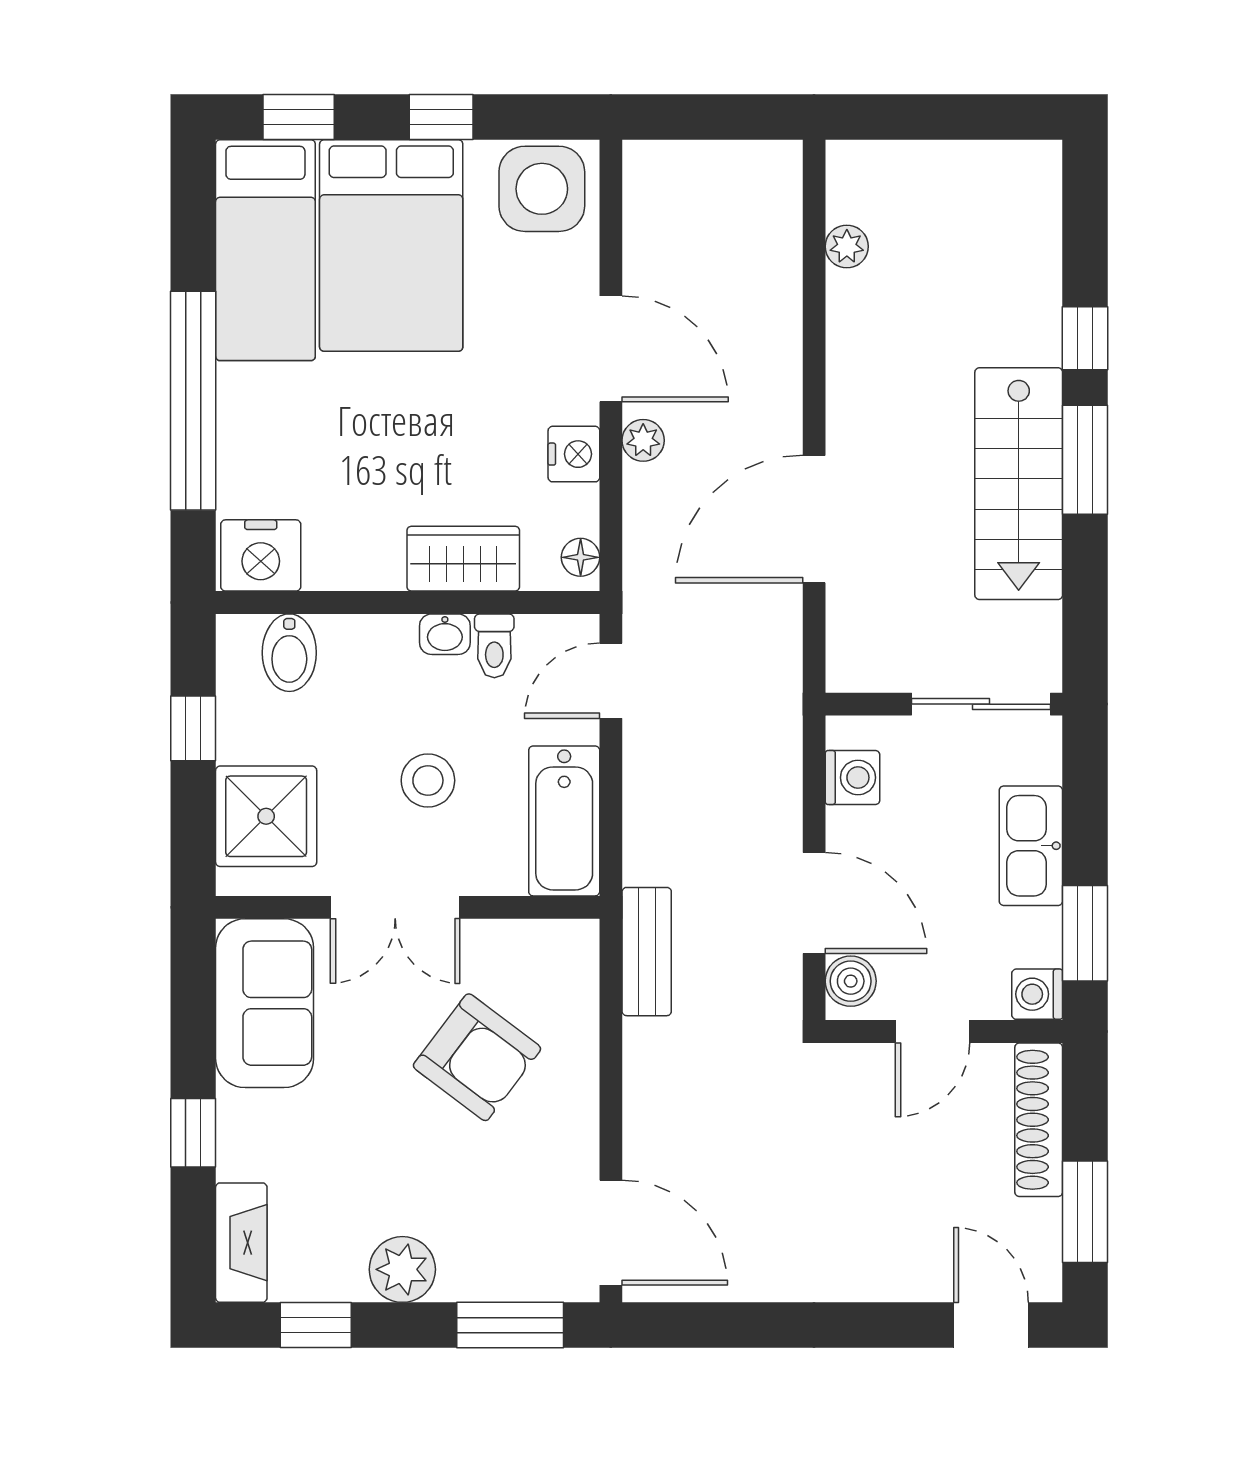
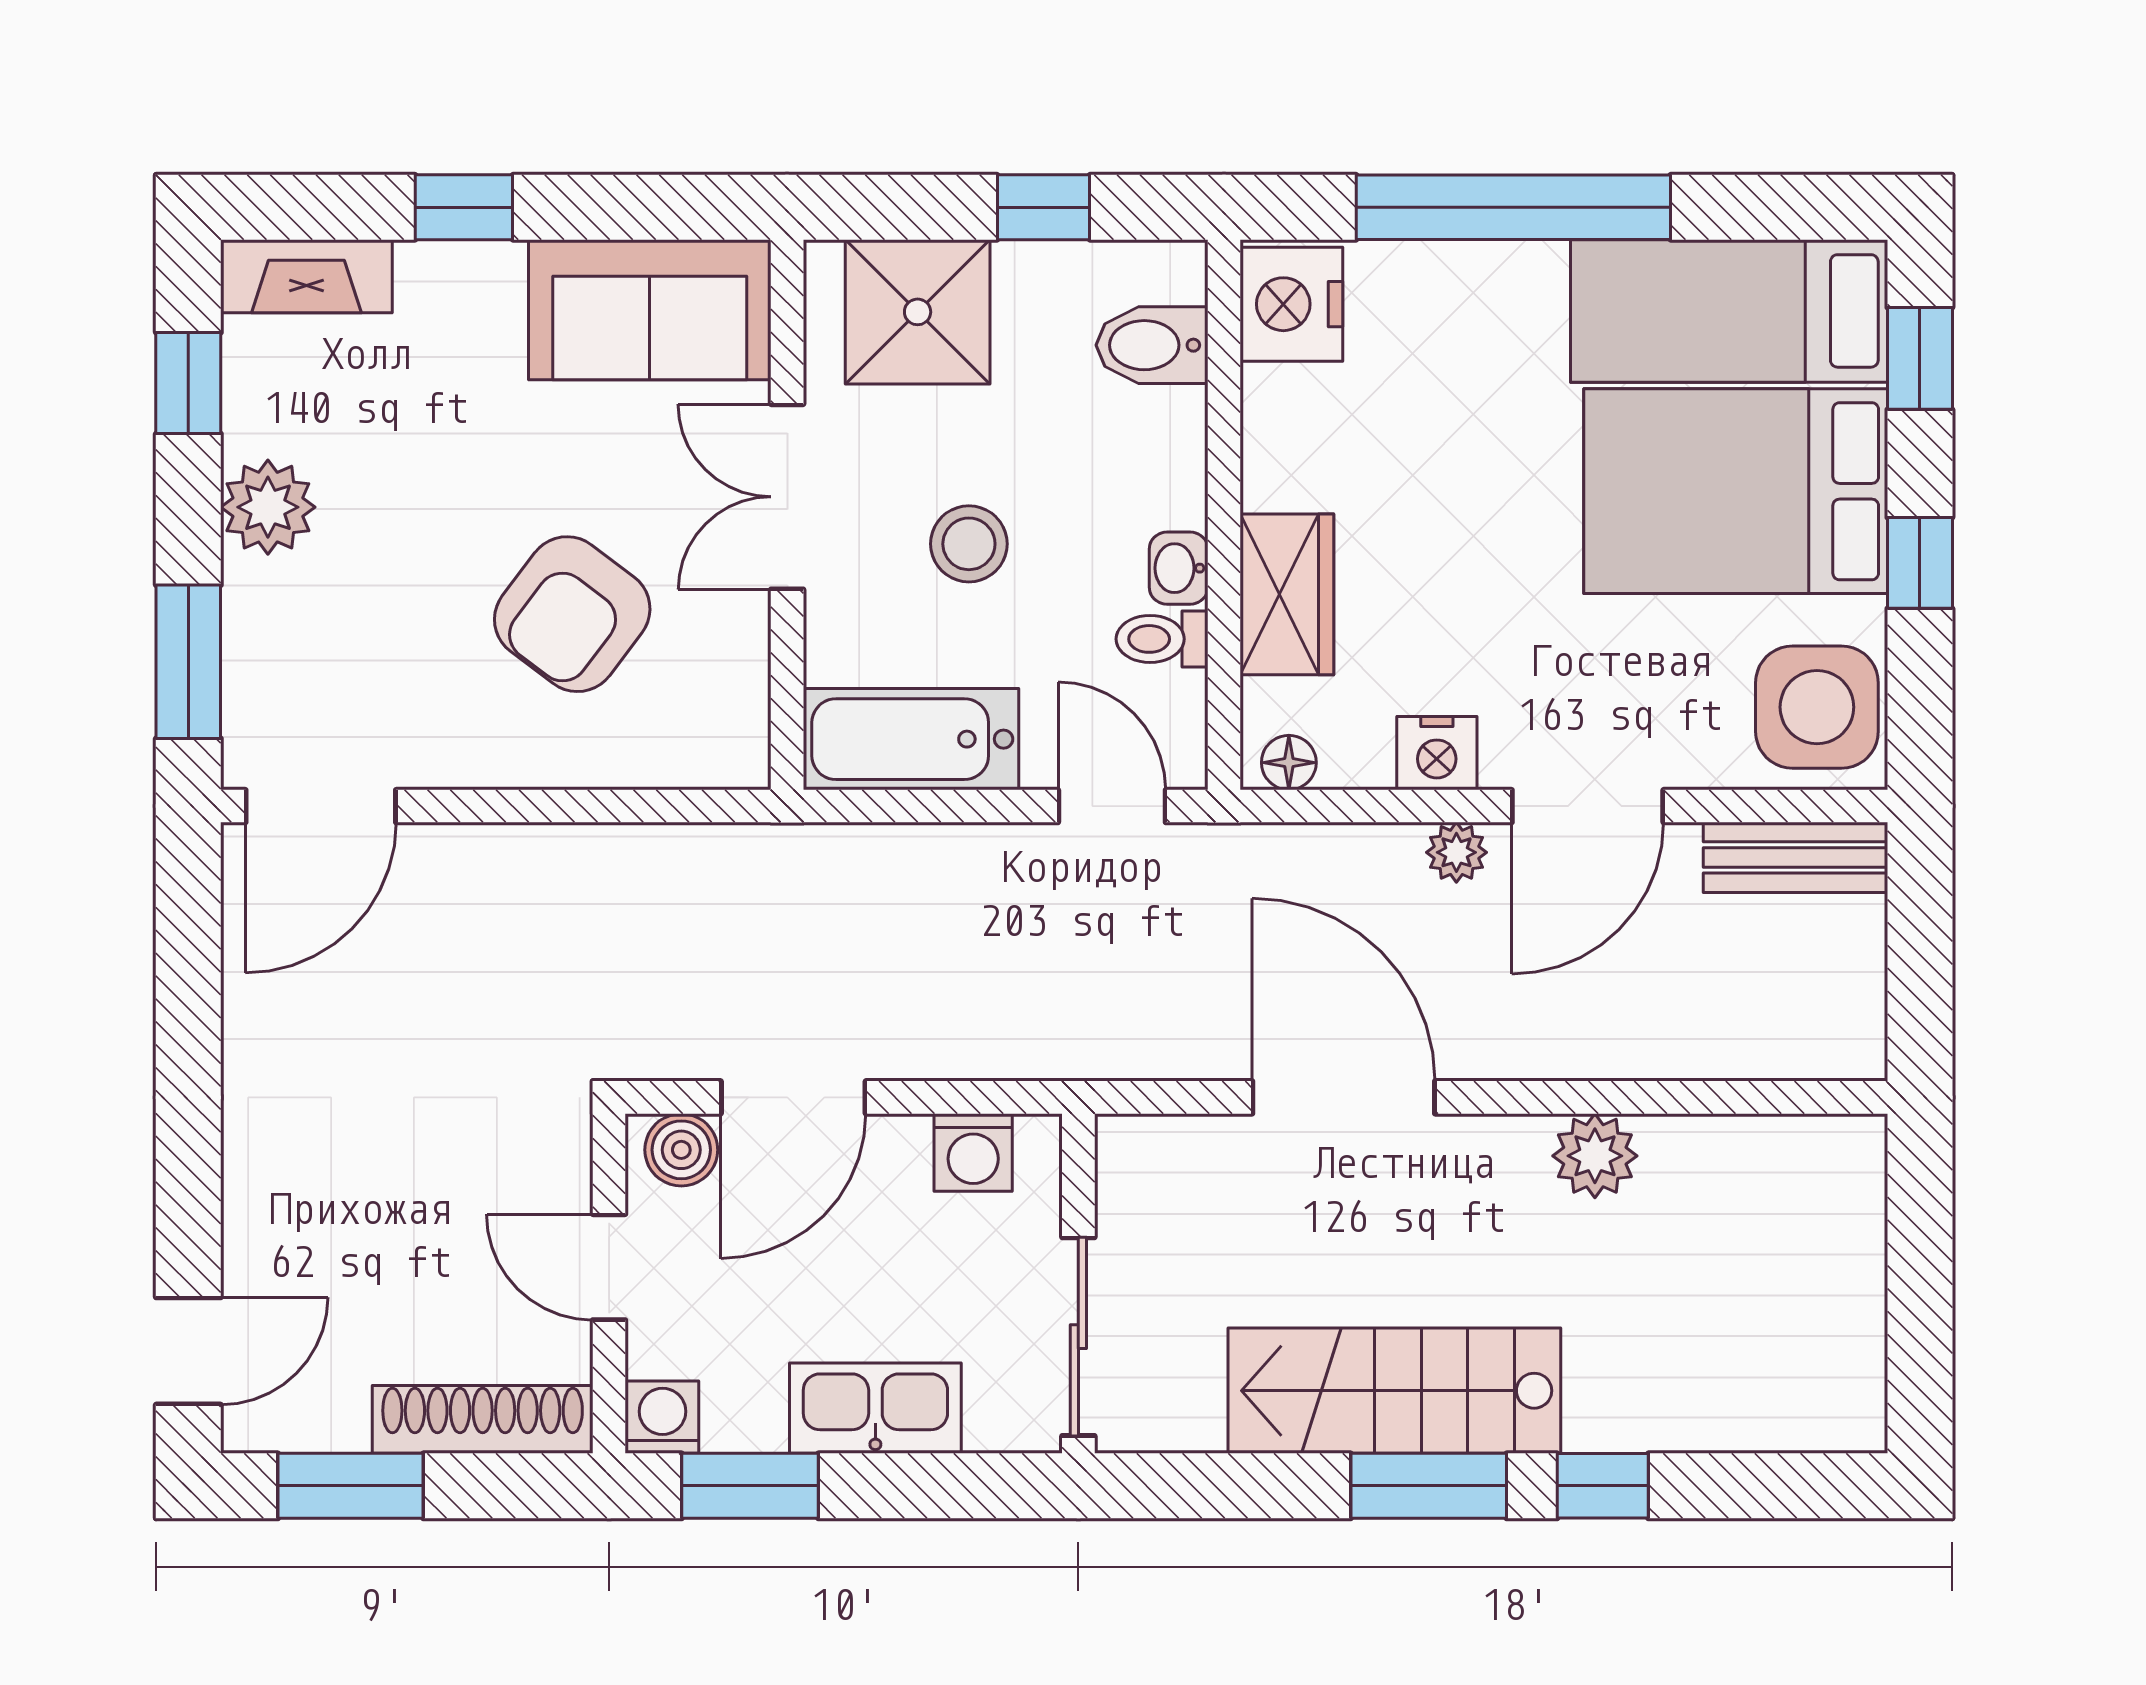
plant: (847, 246) -> (1595, 1156), moved, width x1.38, depth x1.38
bench: (647, 952) -> (1795, 857), moved

